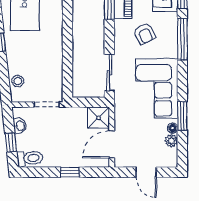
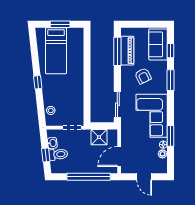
window: (182, 39) -> (170, 80), width x0.69
shower: (99, 118) -> (99, 137), moved
toilet: (30, 158) -> (58, 154), moved
window: (70, 172) -> (89, 177), width x3.17

